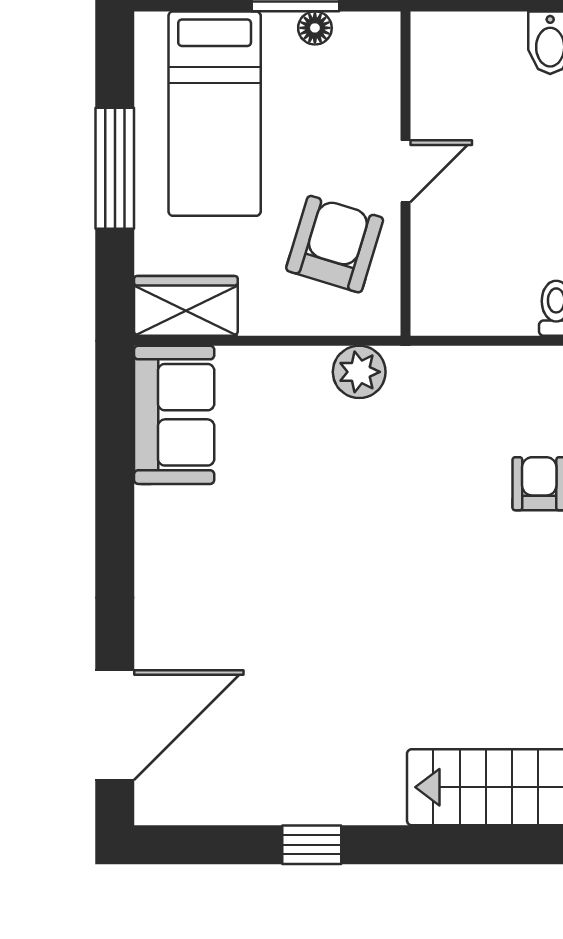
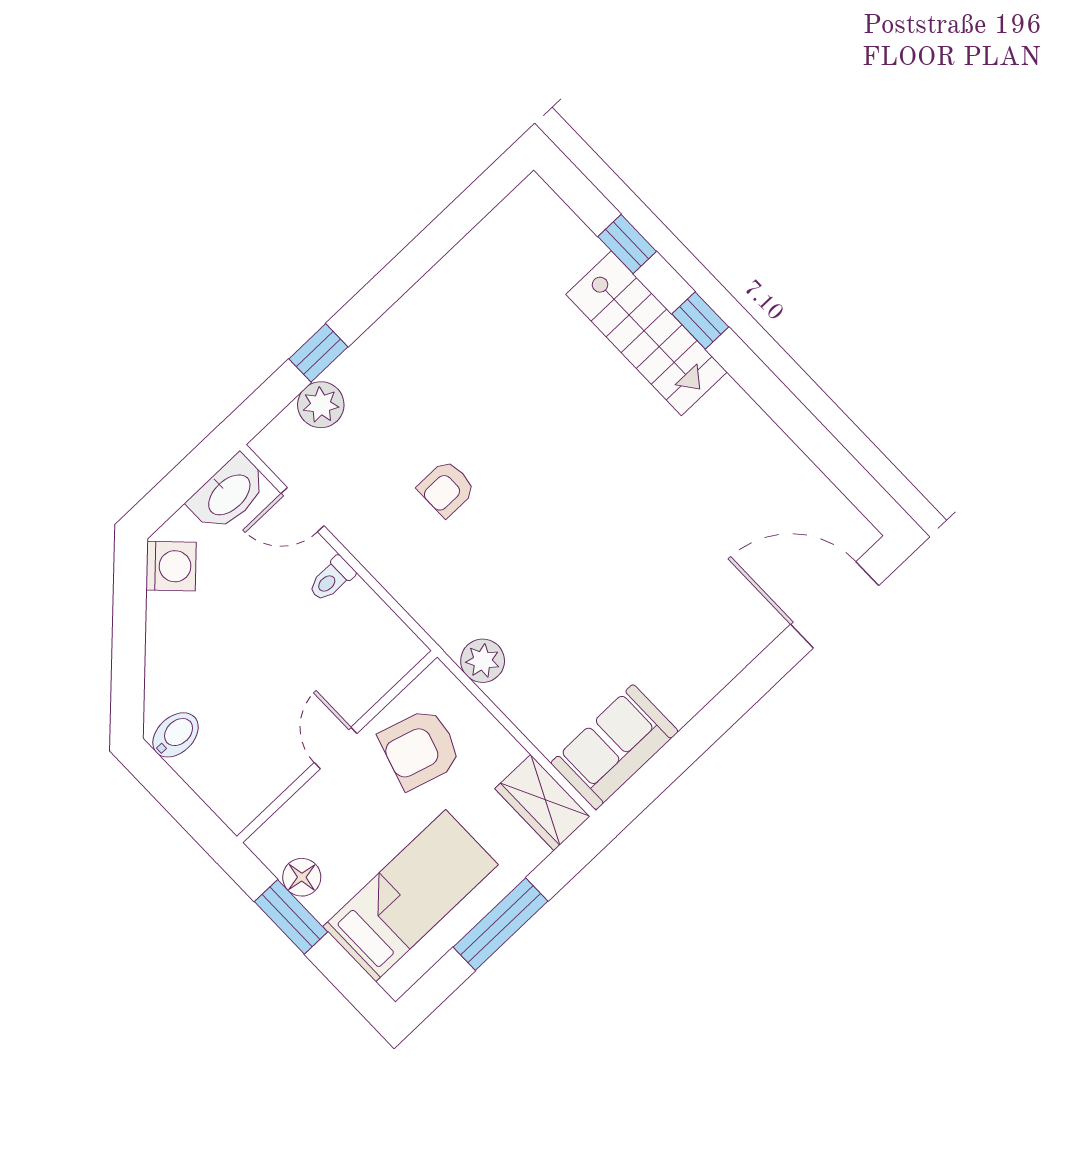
floor lamp: (315, 28) -> (302, 877), width x1.37, depth x1.37
door: (406, 171) -> (336, 748), hinge flipped
window: (312, 845) -> (700, 320), moved

